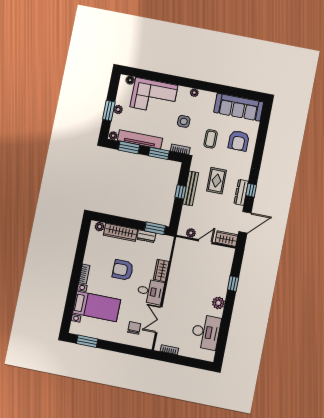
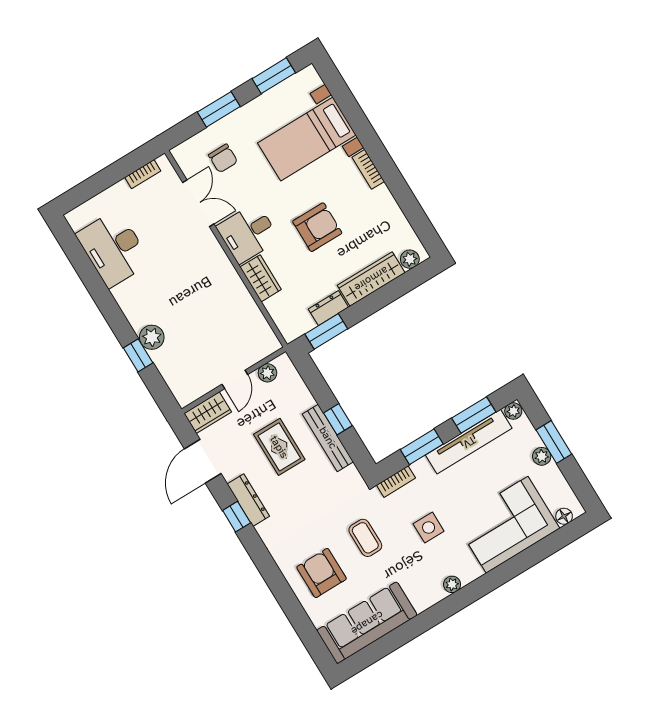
rug: (216, 181) -> (279, 447), moved
plant: (218, 303) -> (152, 337), moved
window: (119, 348) -> (219, 109), added

